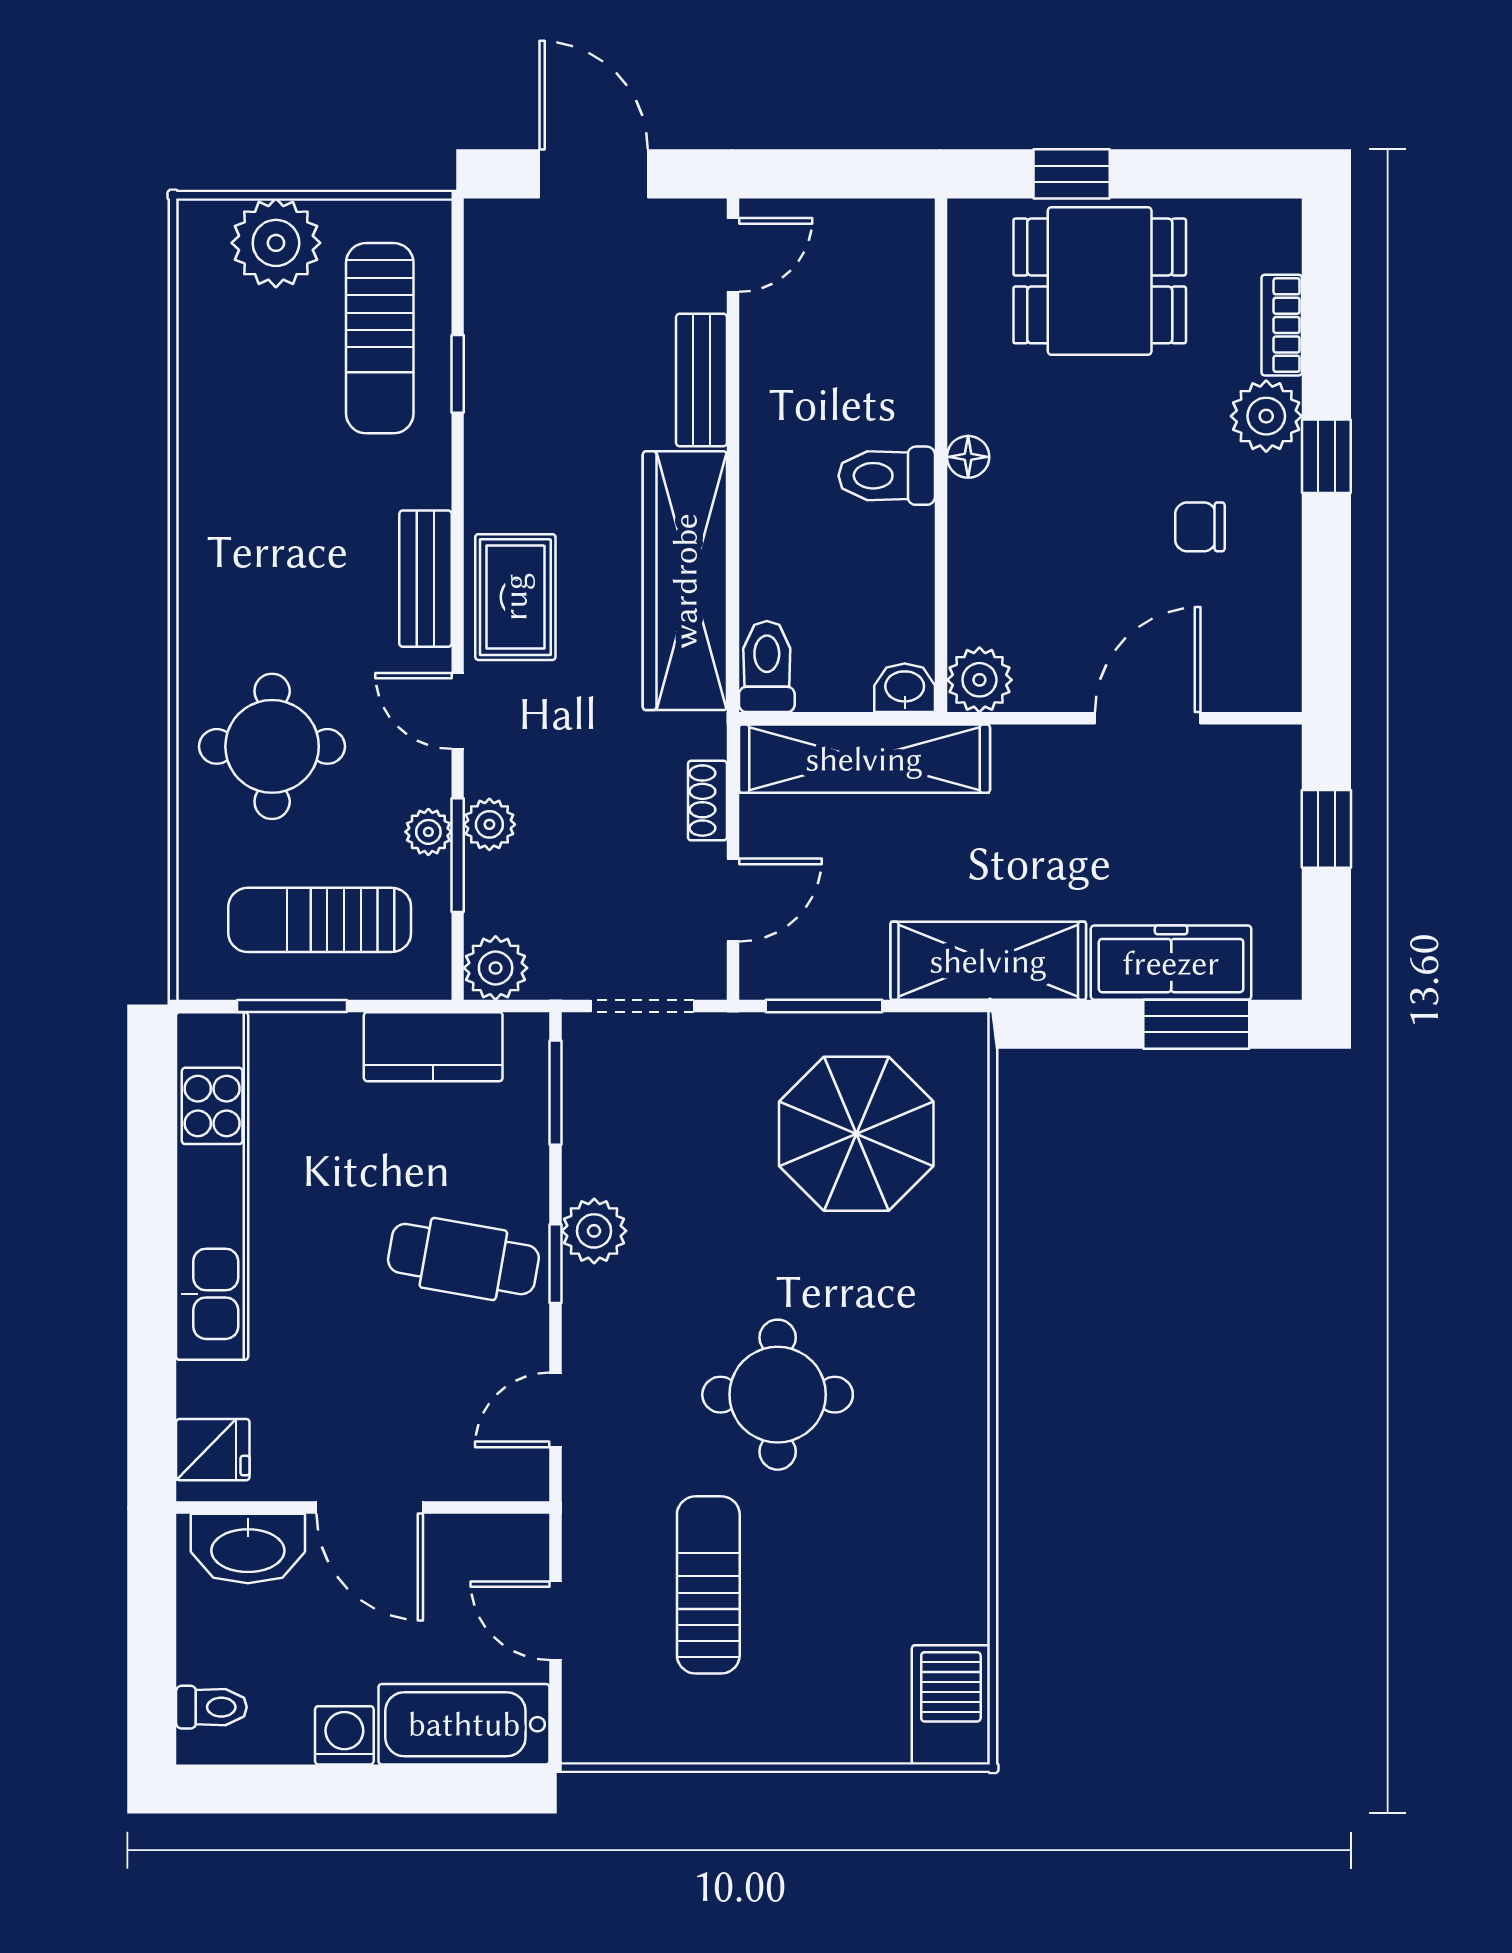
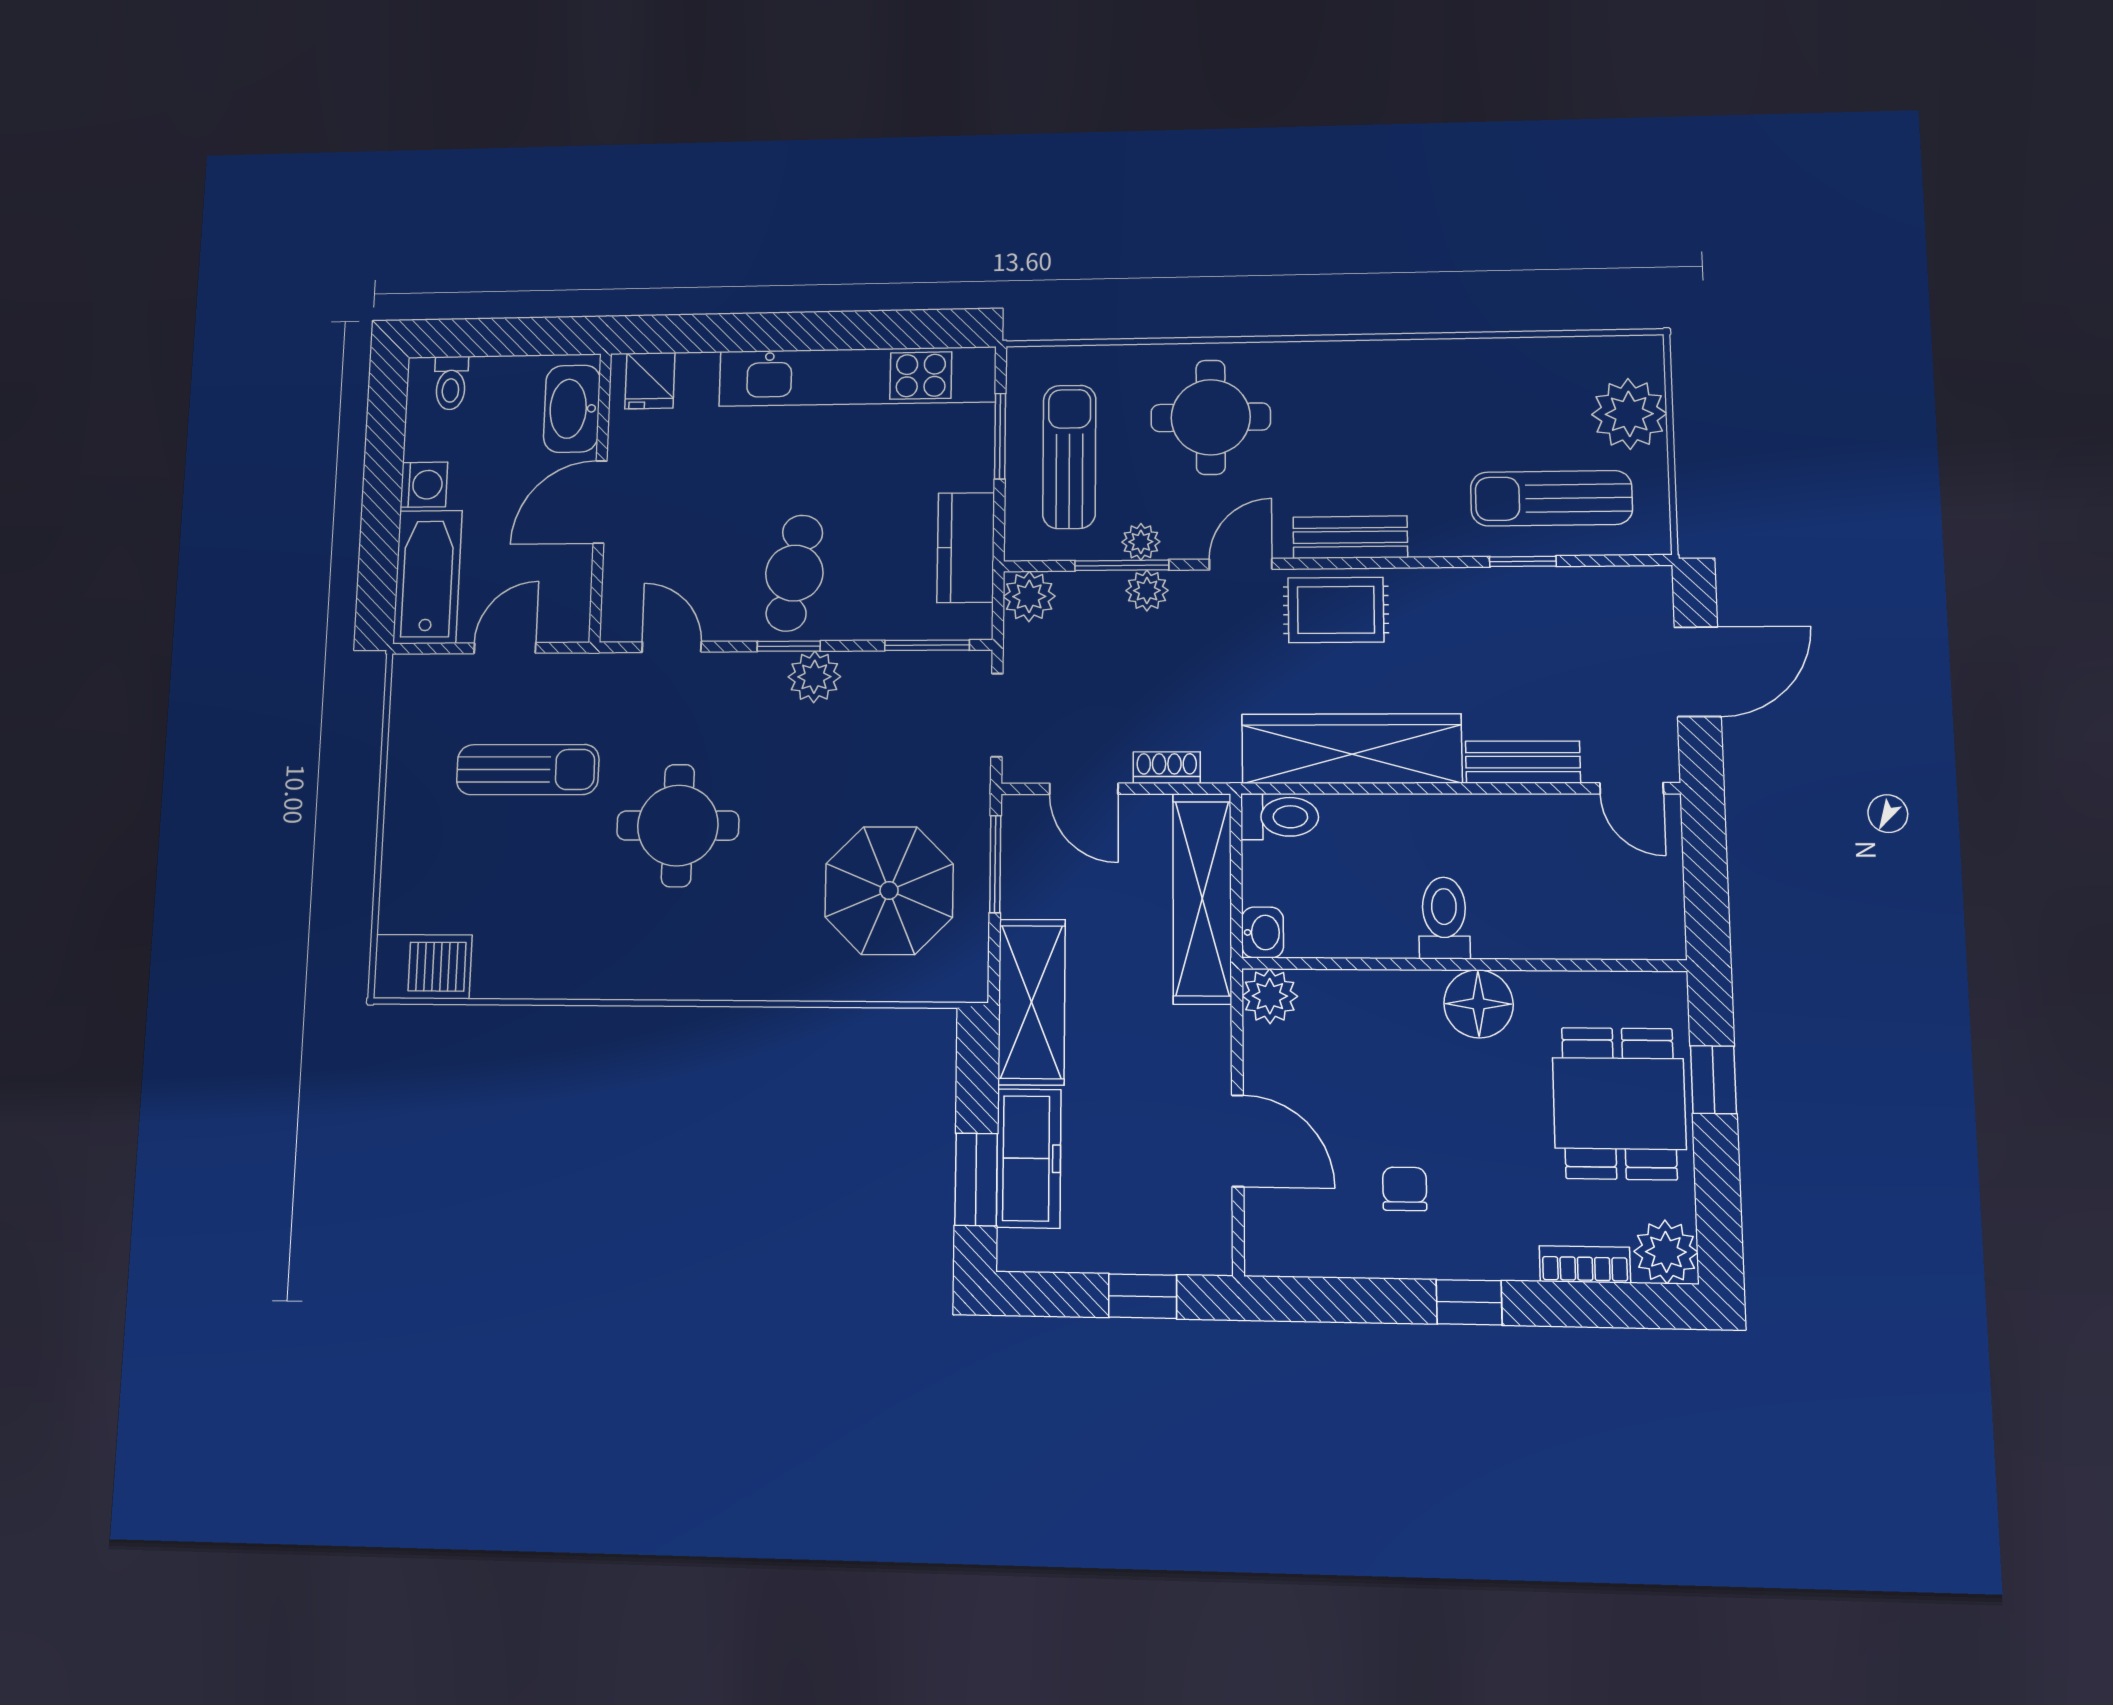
plant: (1266, 416) -> (1666, 1252), moved
floor lamp: (968, 457) -> (1479, 1004), width x1.89, depth x1.89

